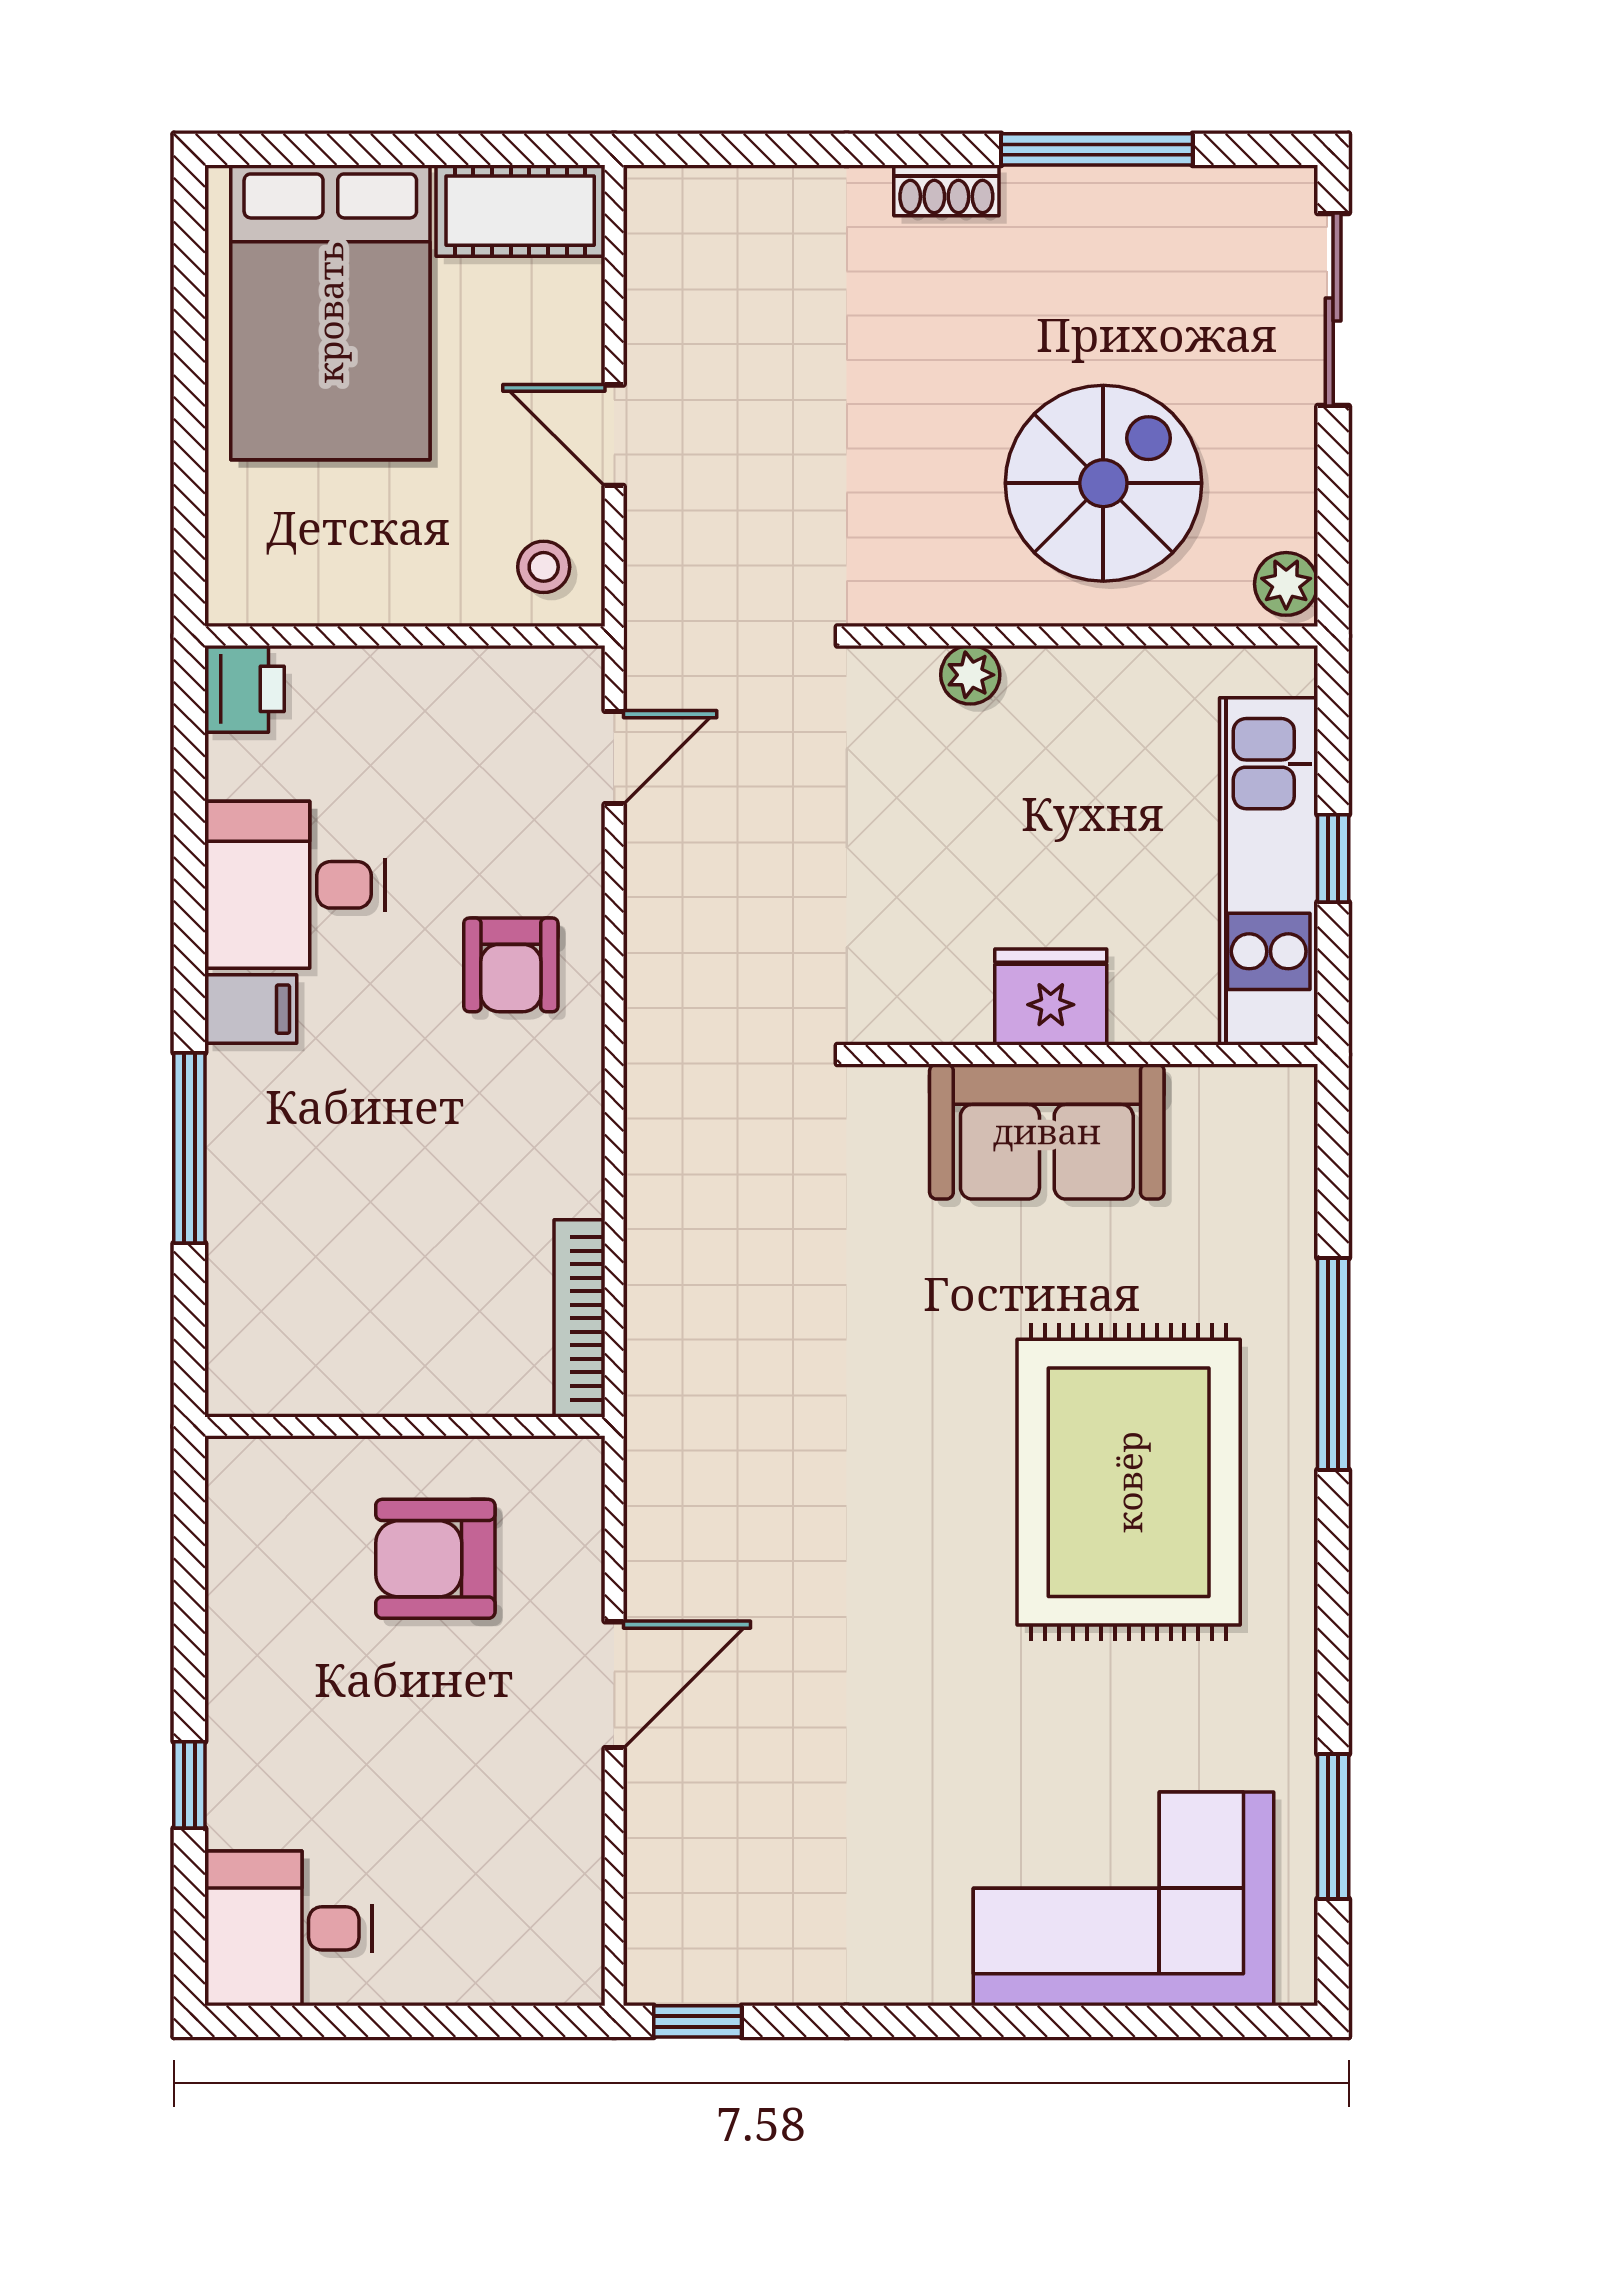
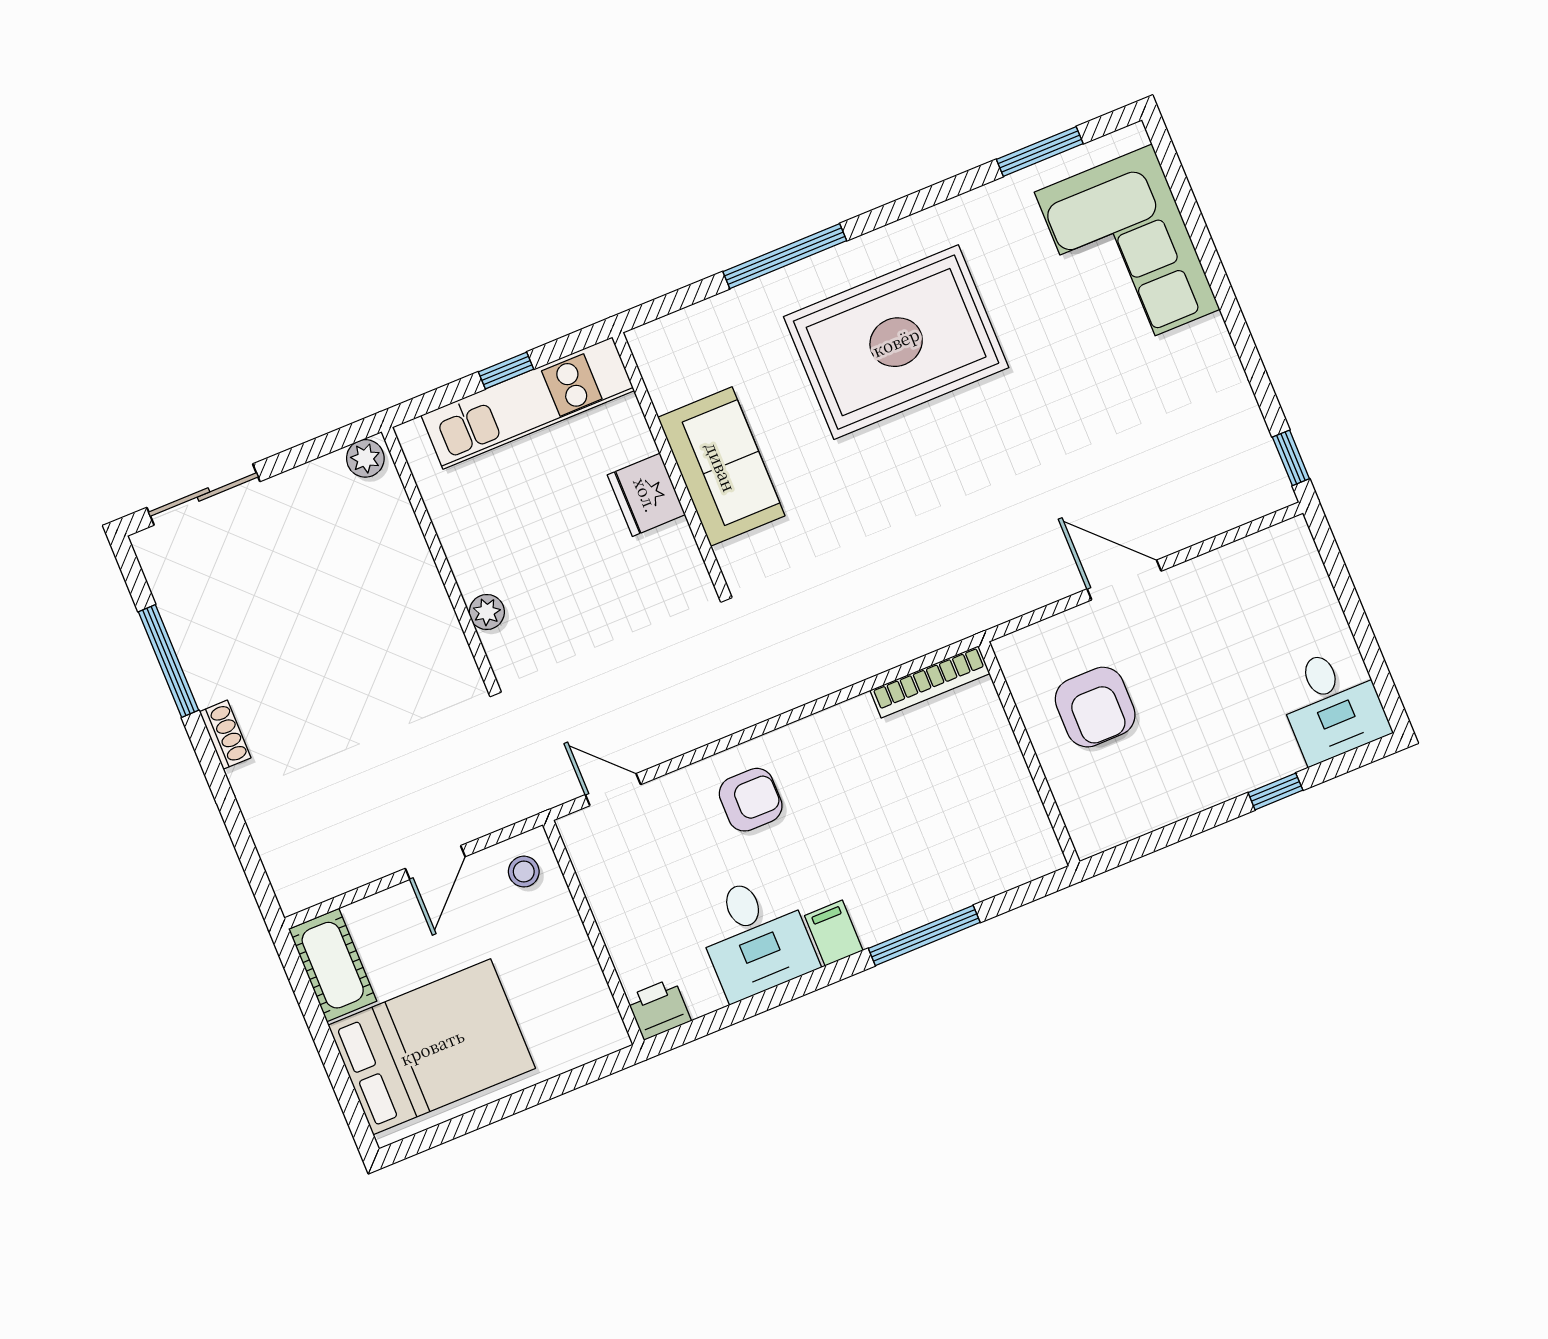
spiral stairs: (1103, 483) -> (351, 582), removed

